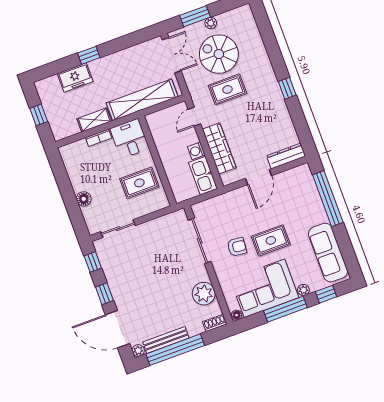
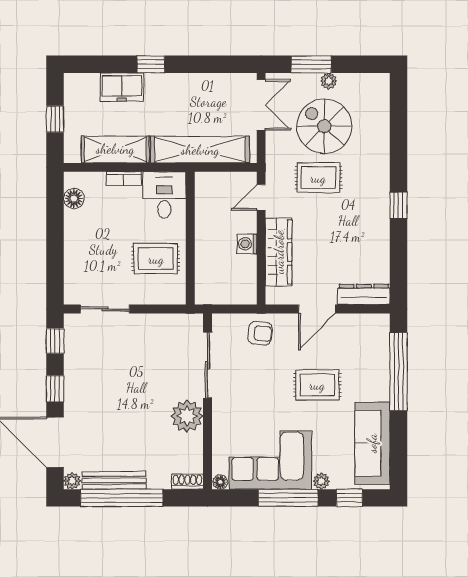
shelving: (94, 120) -> (115, 149), width x1.50, depth x1.33
kitchen sink: (203, 176) -> (244, 280), removed
floor lamp: (84, 199) -> (74, 198), moved
rug: (271, 240) -> (317, 385), moved
armchair: (237, 247) -> (260, 333), moved
plant: (204, 294) -> (187, 416), moved

